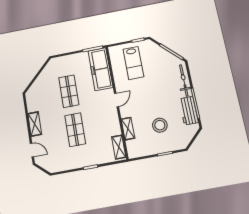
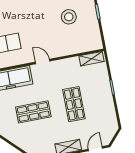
shelving: (128, 129) -> (73, 49), removed
shop shelf: (75, 130) -> (74, 104), turned 90

